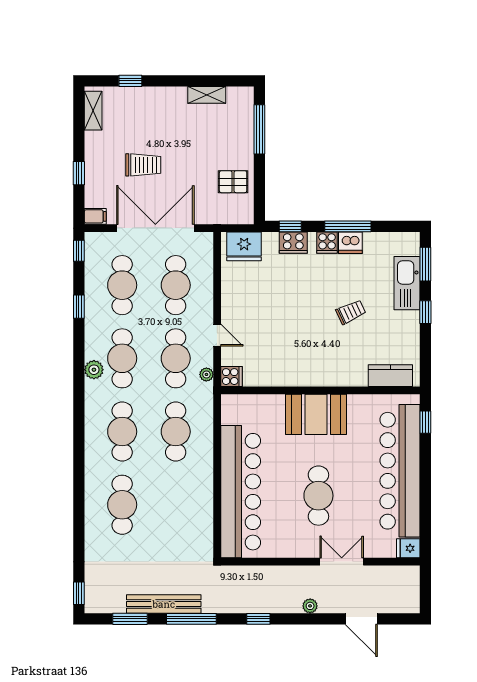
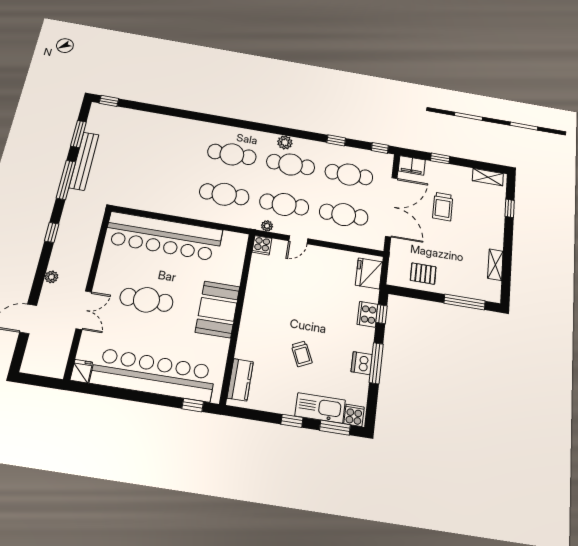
pallet: (233, 182) -> (423, 274), turned 90
filing cabinet: (95, 216) -> (412, 165), width x2.00
cooker: (327, 243) -> (354, 415), moved, turned 90
cafe table: (122, 505) -> (173, 144), removed

